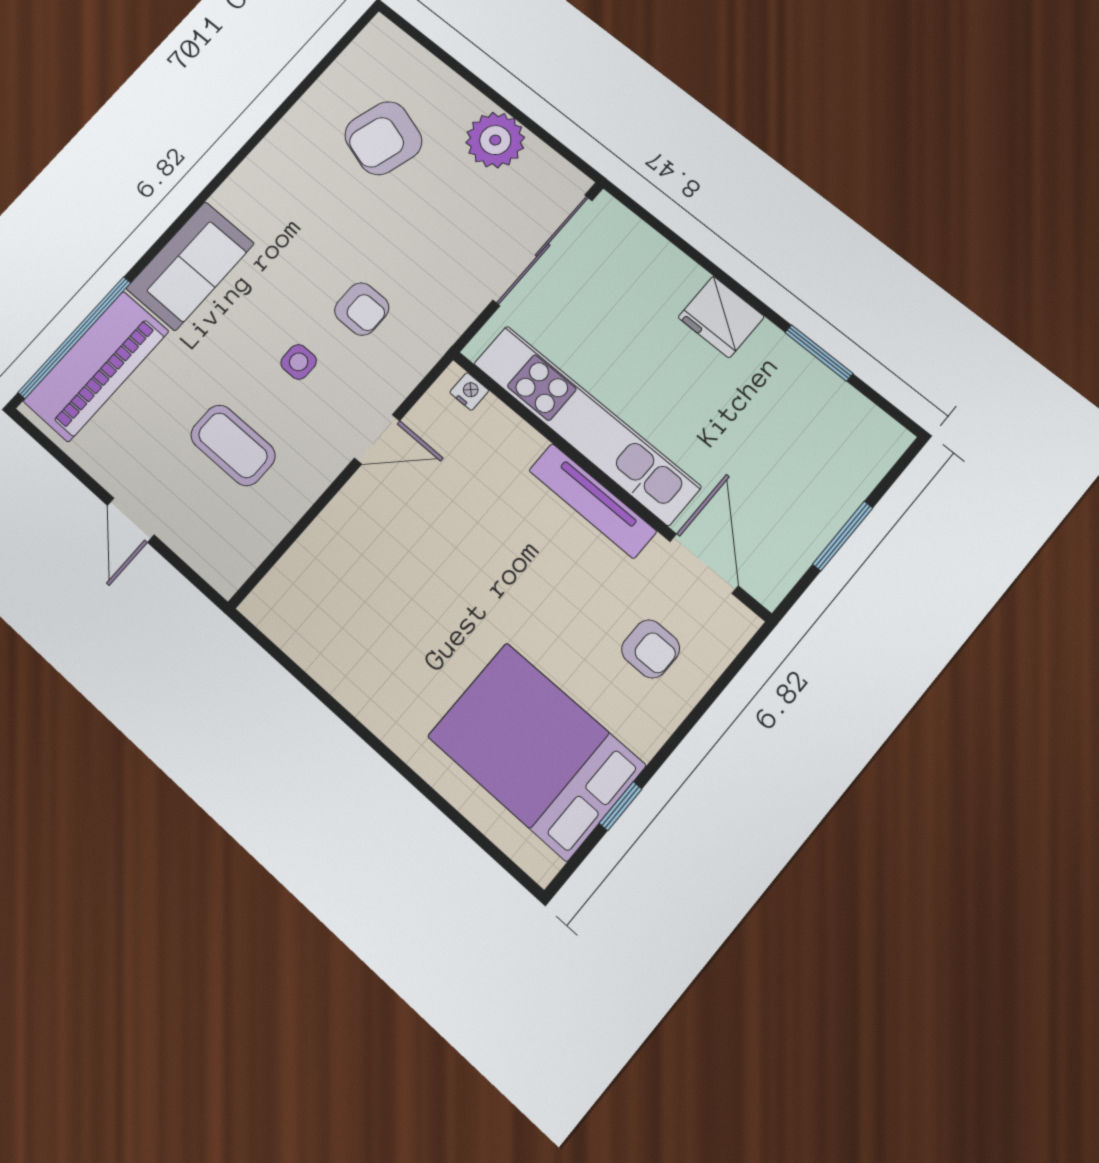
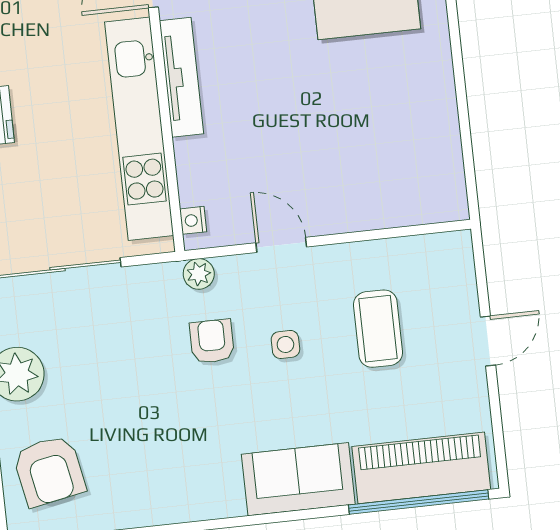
armchair: (383, 138) -> (49, 471), moved, turned 62
plant: (424, 353) -> (199, 274), added

